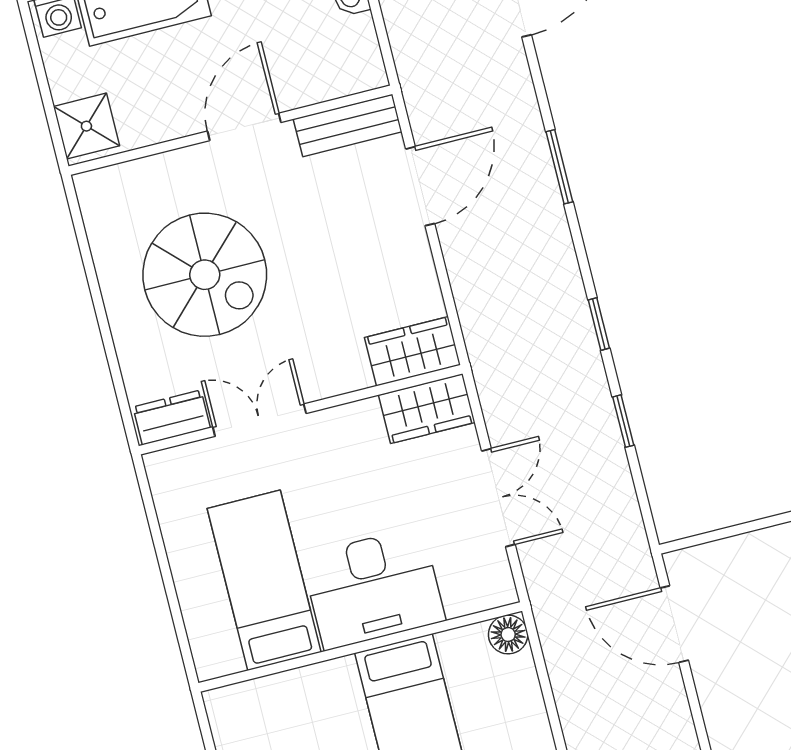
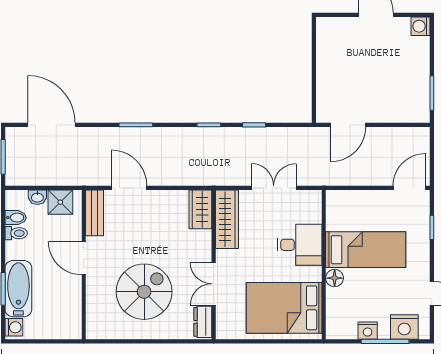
shower: (86, 126) -> (60, 202), moved
wardrobe: (427, 409) -> (227, 219), width x1.50
bed: (264, 580) -> (284, 308), width x1.50
desk: (373, 588) -> (300, 245), width x0.73
floor lamp: (508, 634) -> (335, 278), moved

